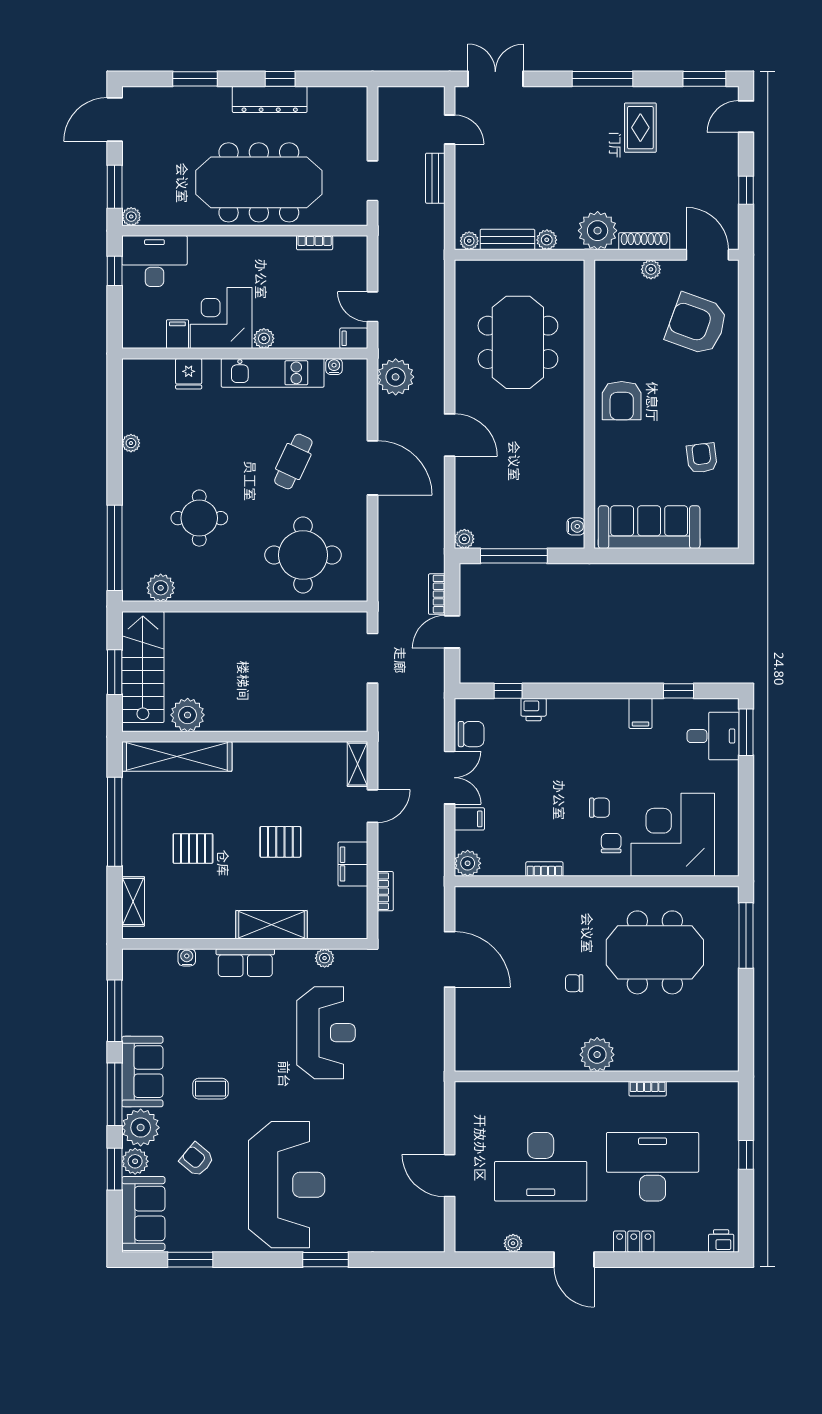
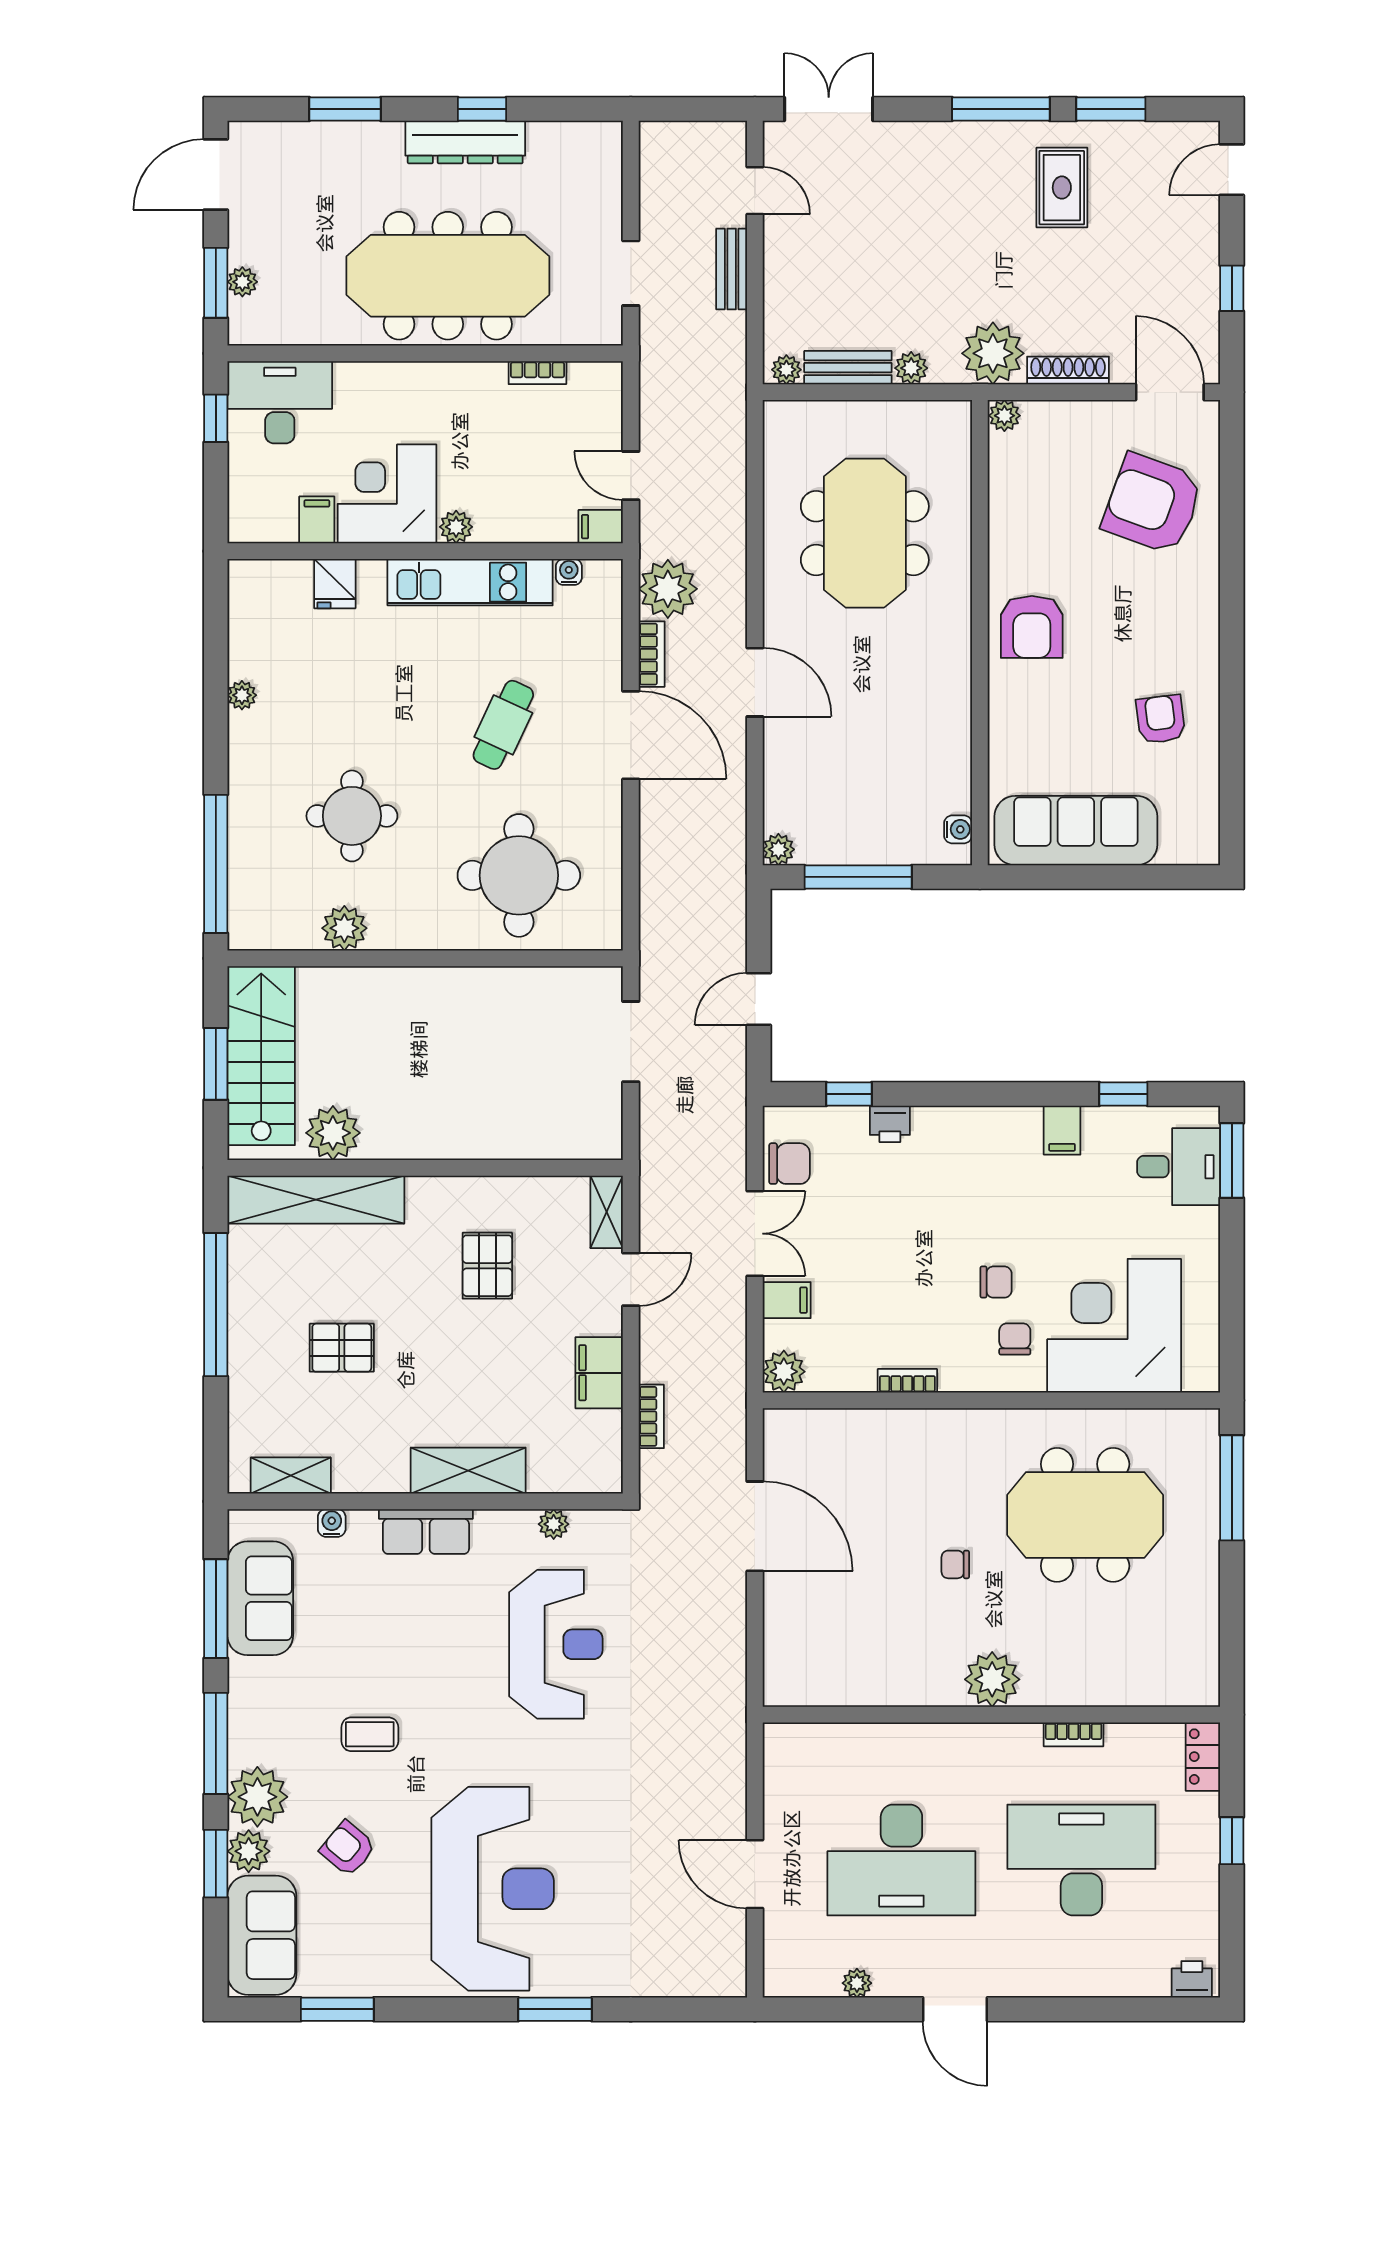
window: (704, 79) -> (1111, 109), moved
plant: (131, 217) -> (242, 282), moved
plant: (651, 269) -> (1004, 416), moved
plant: (161, 588) -> (344, 928), moved
bookcase: (437, 594) -> (652, 654), moved, turned 180
pallet: (280, 842) -> (487, 1266), moved, turned 90
shelving: (133, 901) -> (291, 1476), moved, turned 90
sofa: (142, 1072) -> (260, 1598), moved
locker: (634, 1242) -> (1203, 1757), moved, turned -90

